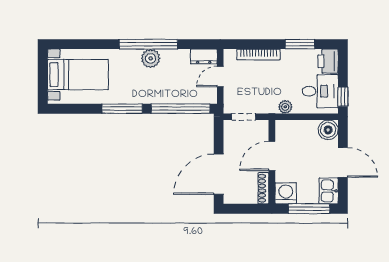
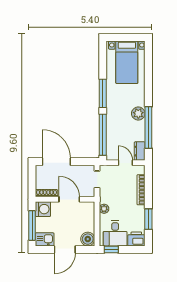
window: (148, 44) -> (148, 128), moved

